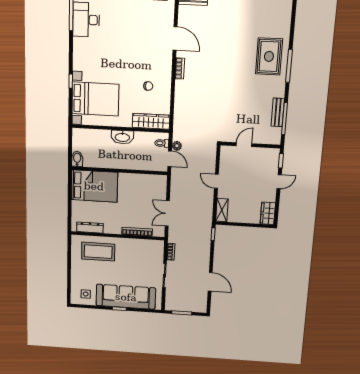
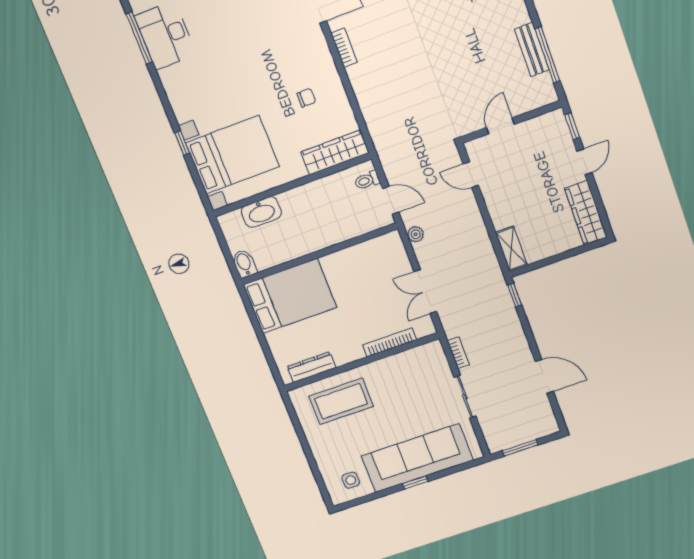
washbasin: (122, 137) -> (261, 212), moved
plant: (177, 146) -> (416, 234), moved
door: (216, 181) -> (471, 175), moved
wardrobe: (268, 213) -> (586, 213), width x1.50

